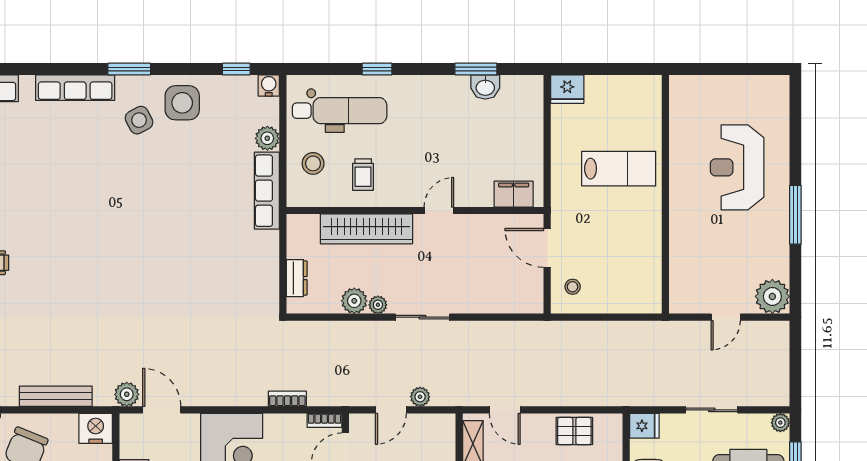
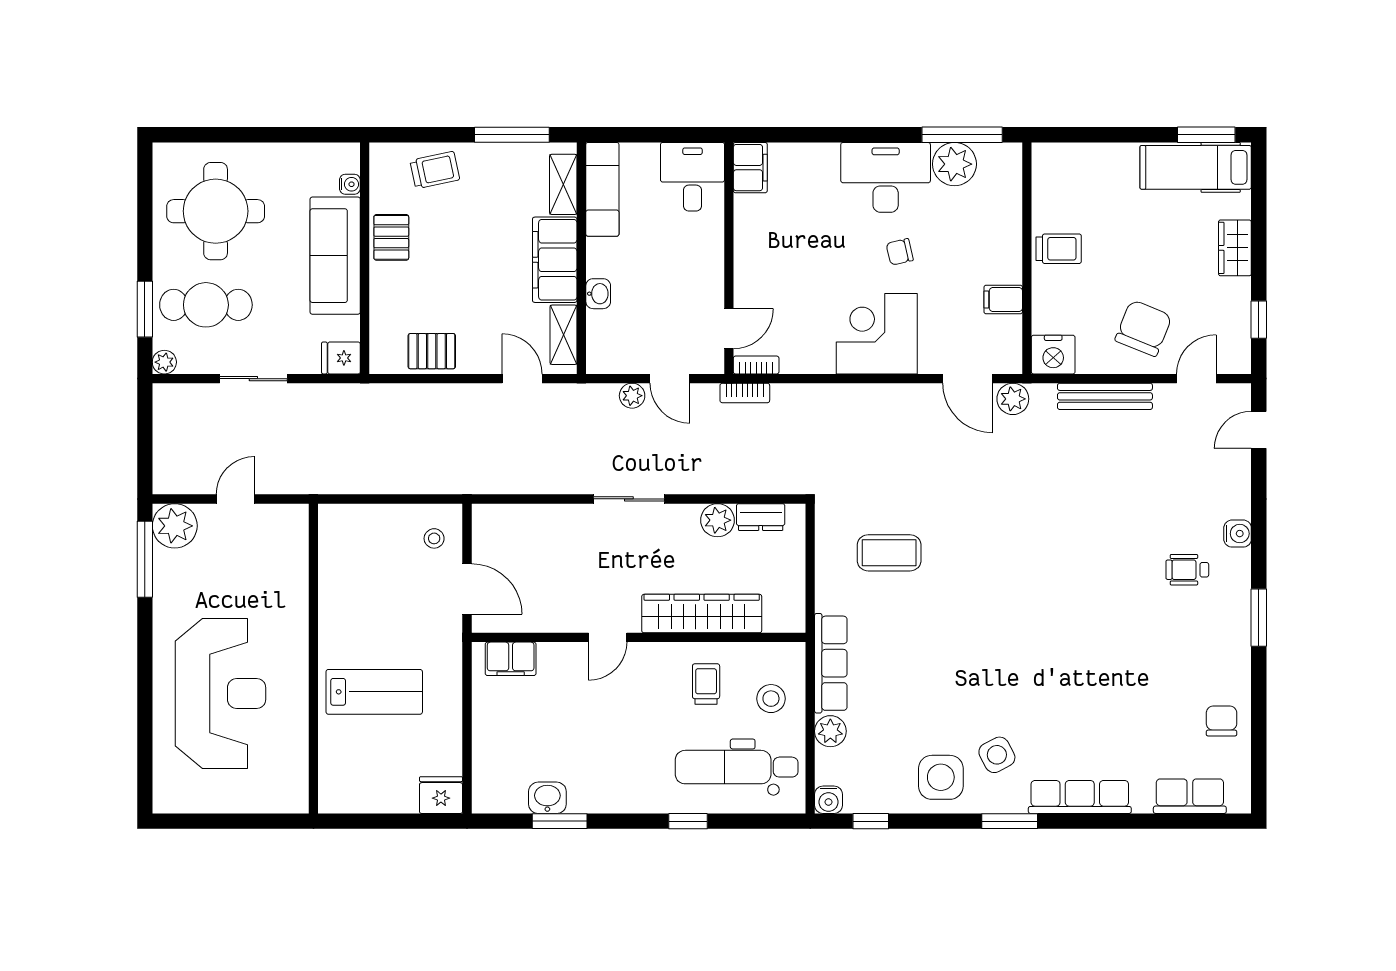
reception desk: (737, 167) -> (220, 694), width x1.36, depth x1.30
lab bench: (619, 169) -> (374, 692), turned 180
window: (795, 215) -> (145, 559), moved
coffee table: (222, 276) -> (889, 553), added
dresser: (297, 278) -> (761, 517), moved, turned -90
plant: (378, 305) -> (687, 515), removed
bookcase: (287, 399) -> (745, 393), moved
door: (391, 410) -> (670, 379), swing flipped

